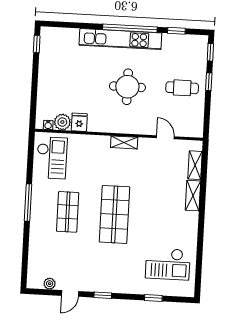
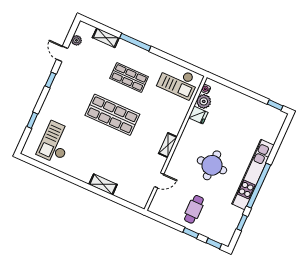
shelving: (195, 165) -> (106, 38), moved
window: (28, 202) -> (135, 42), moved

